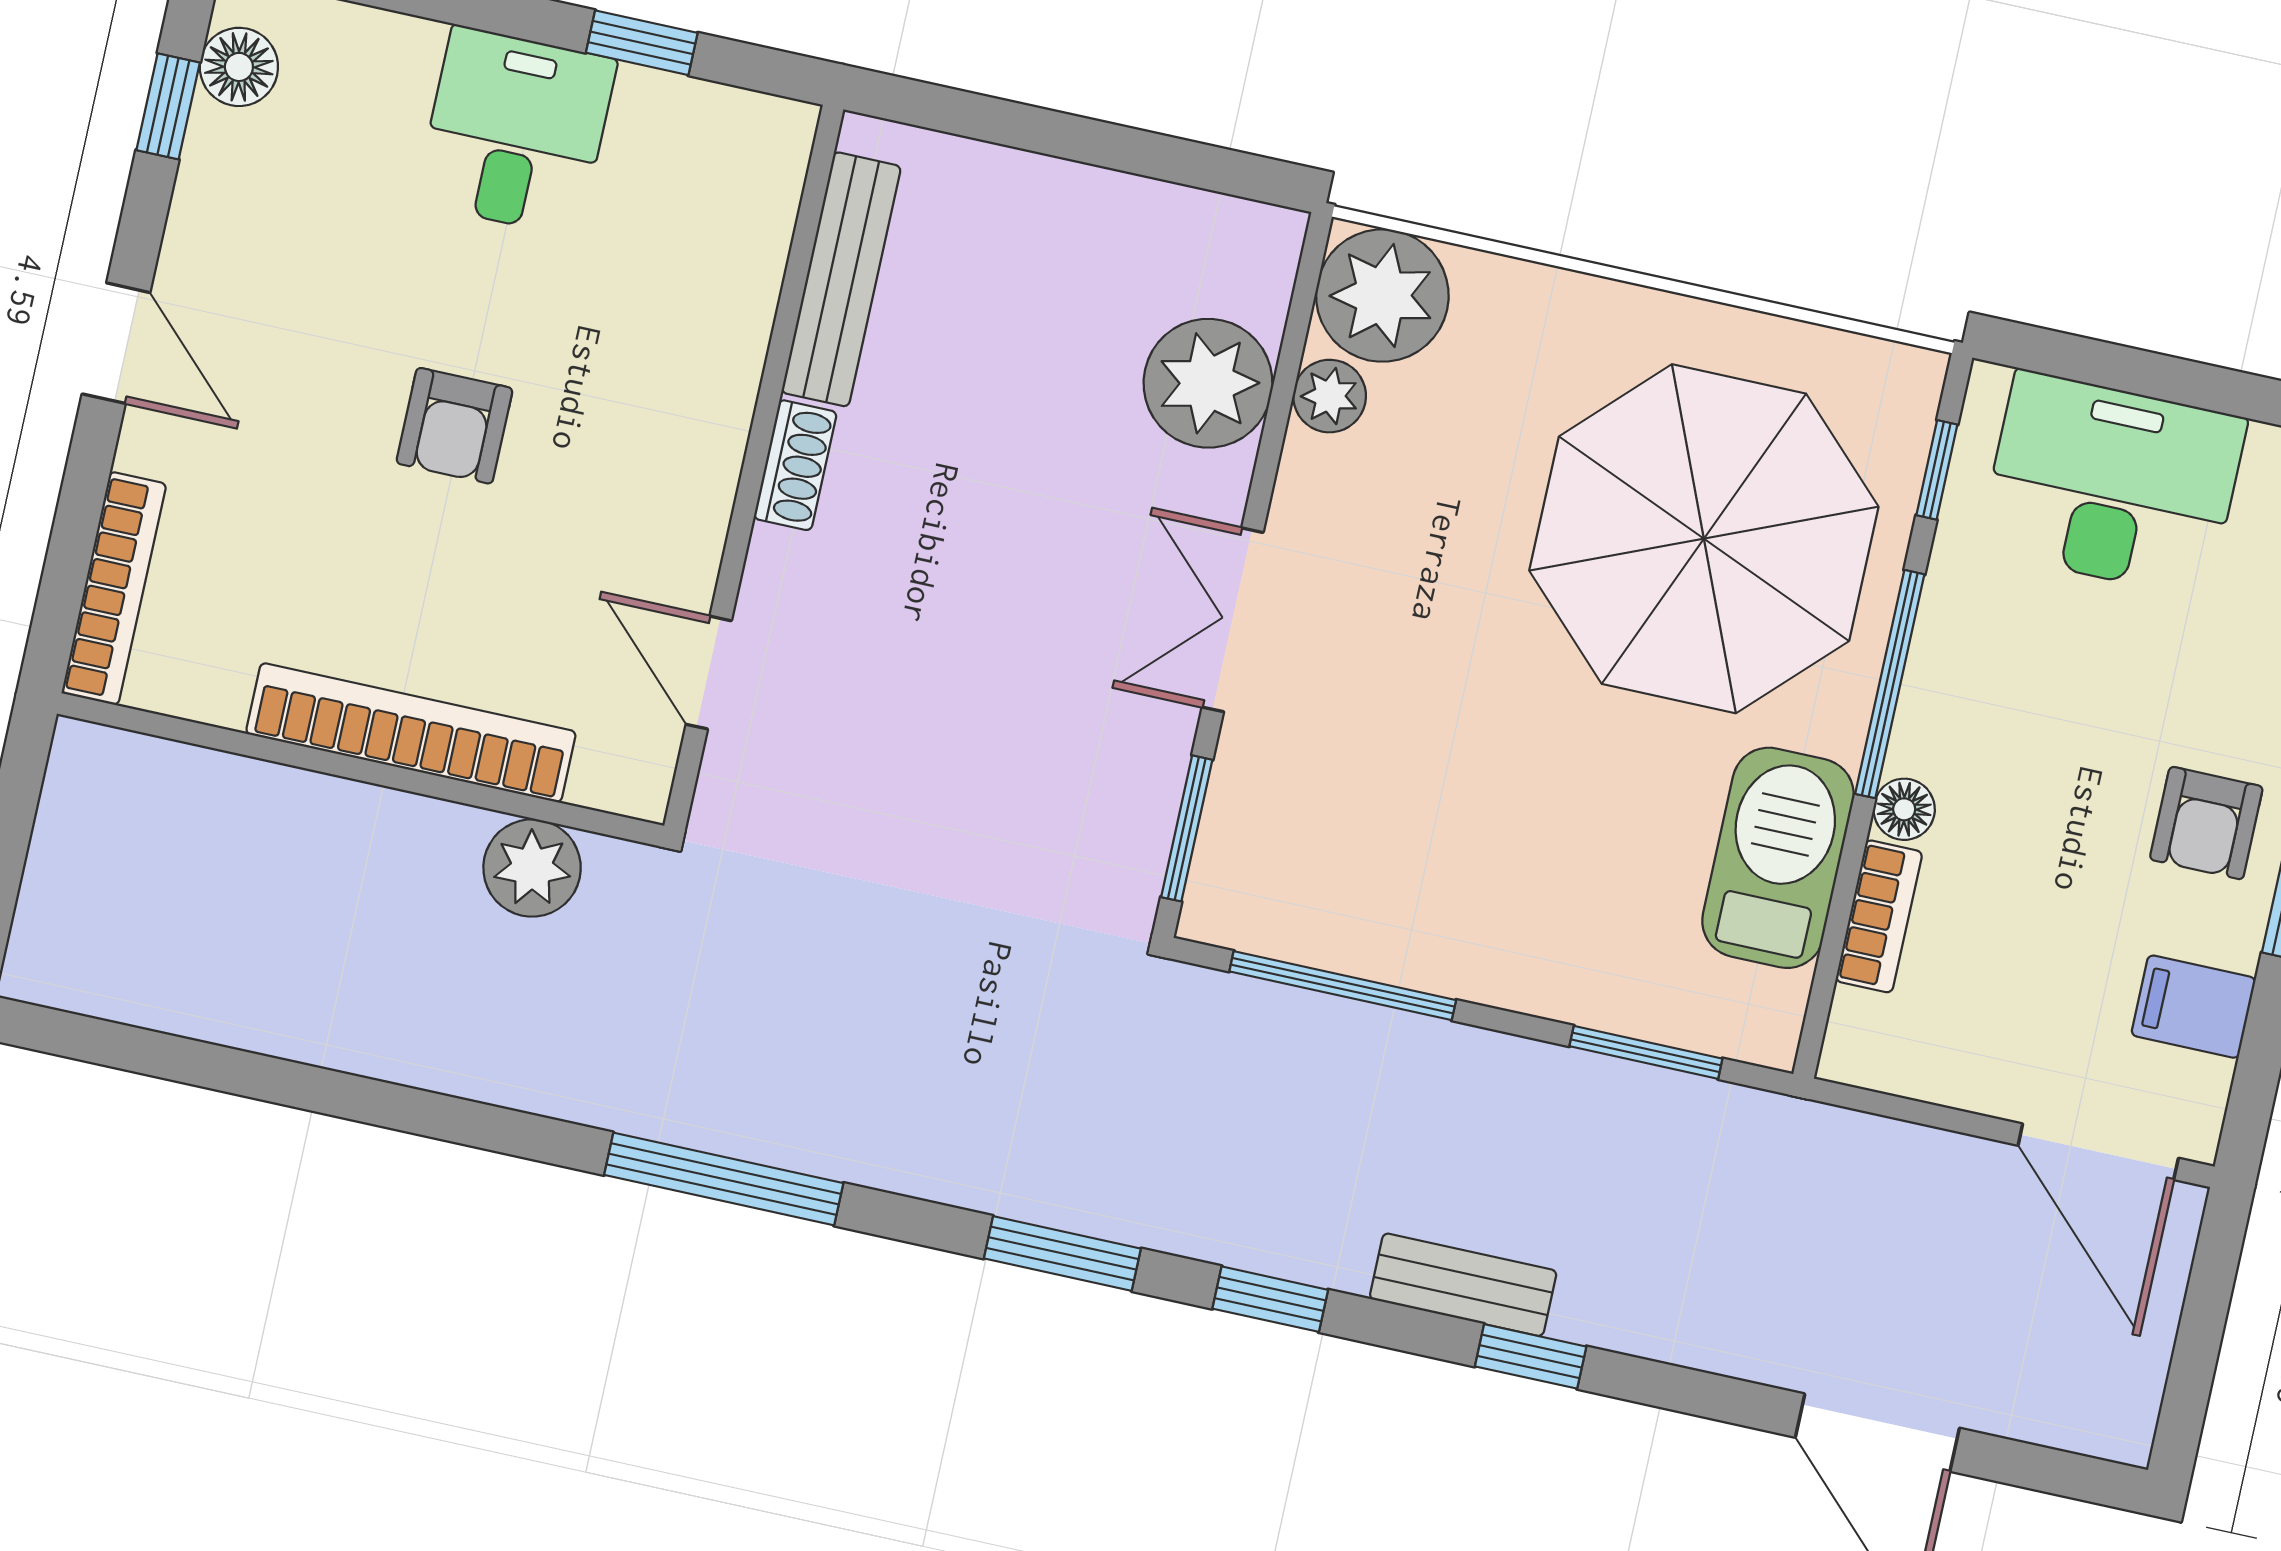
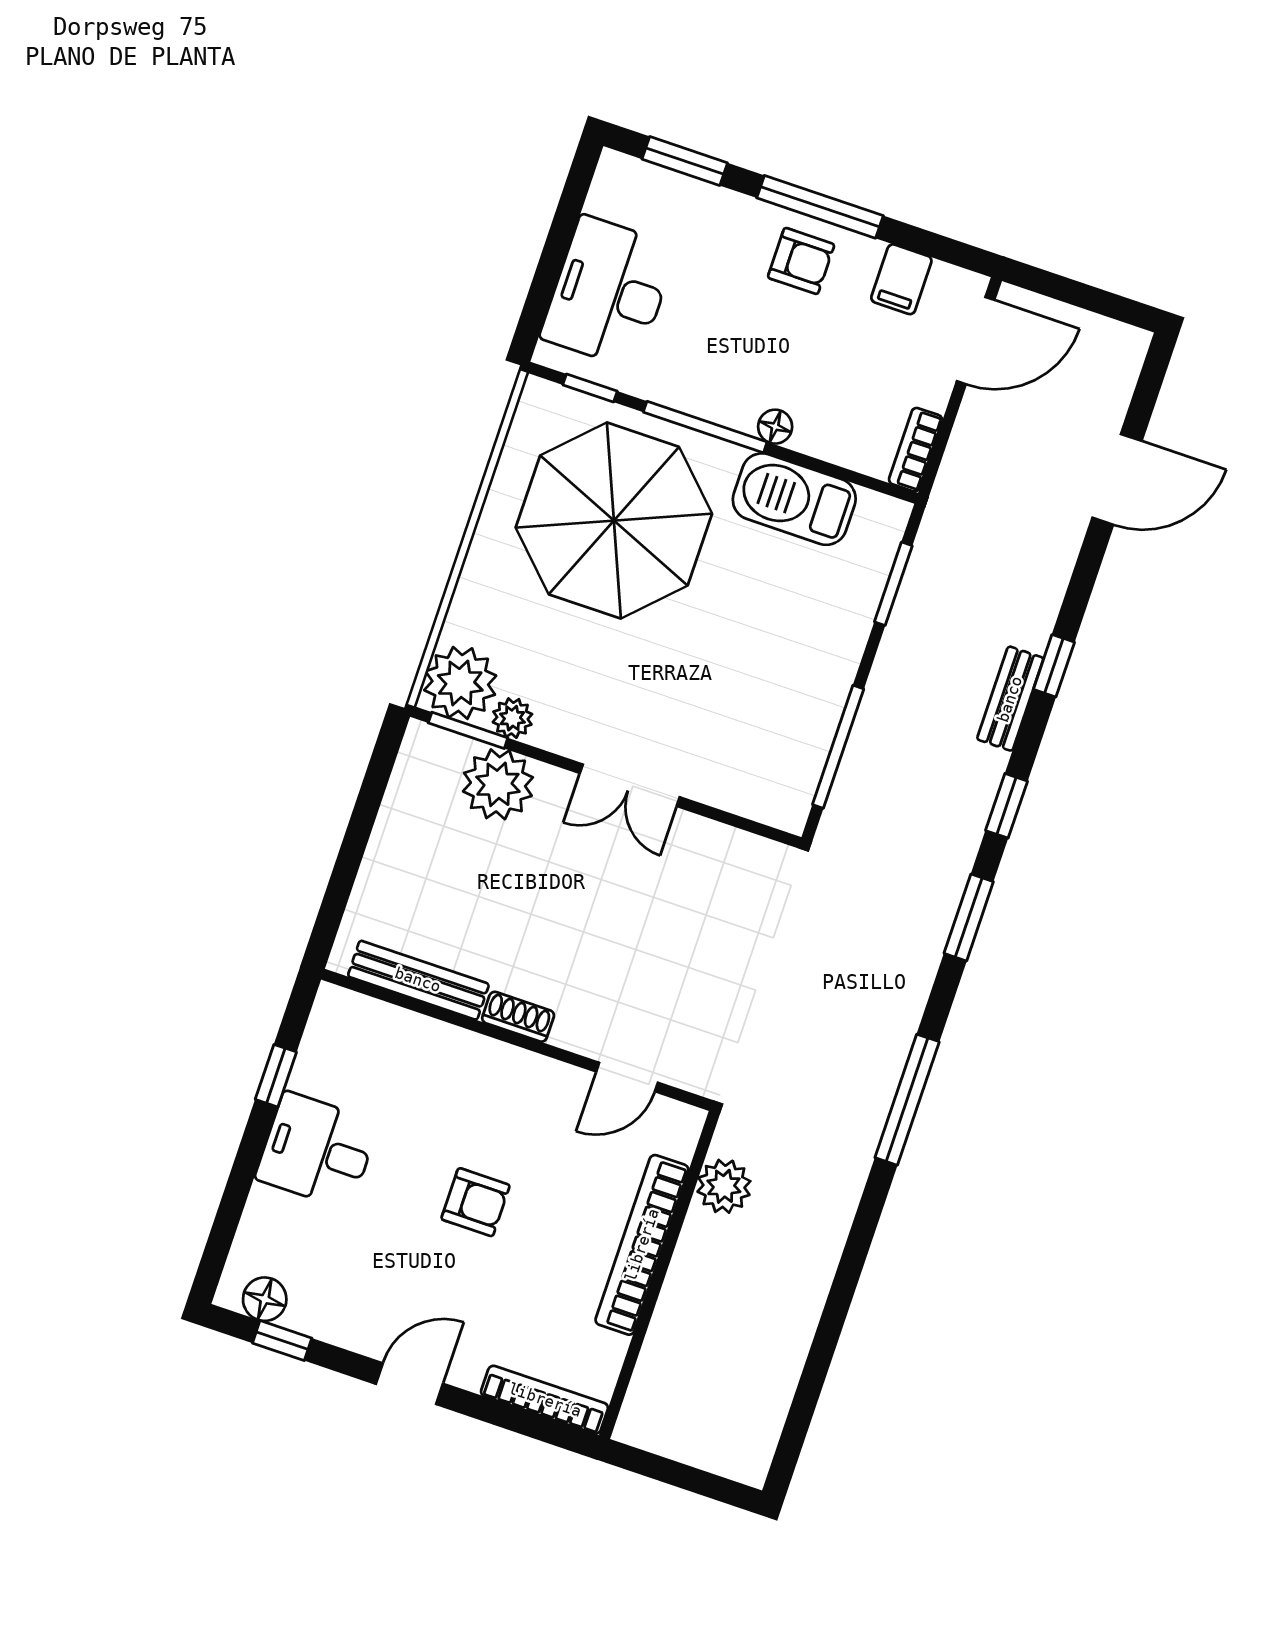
window: (1187, 828) -> (468, 730), moved
bookcase: (1879, 916) -> (916, 450), moved, turned -90

